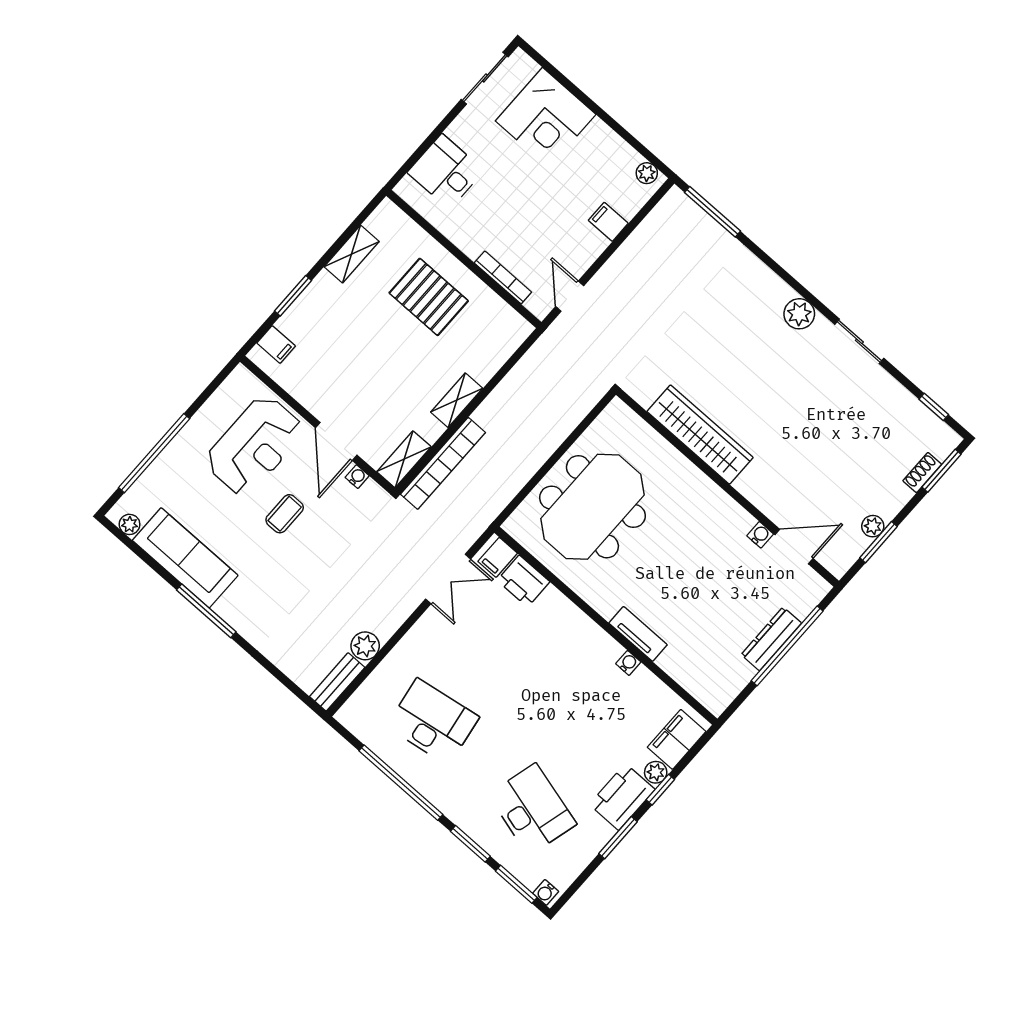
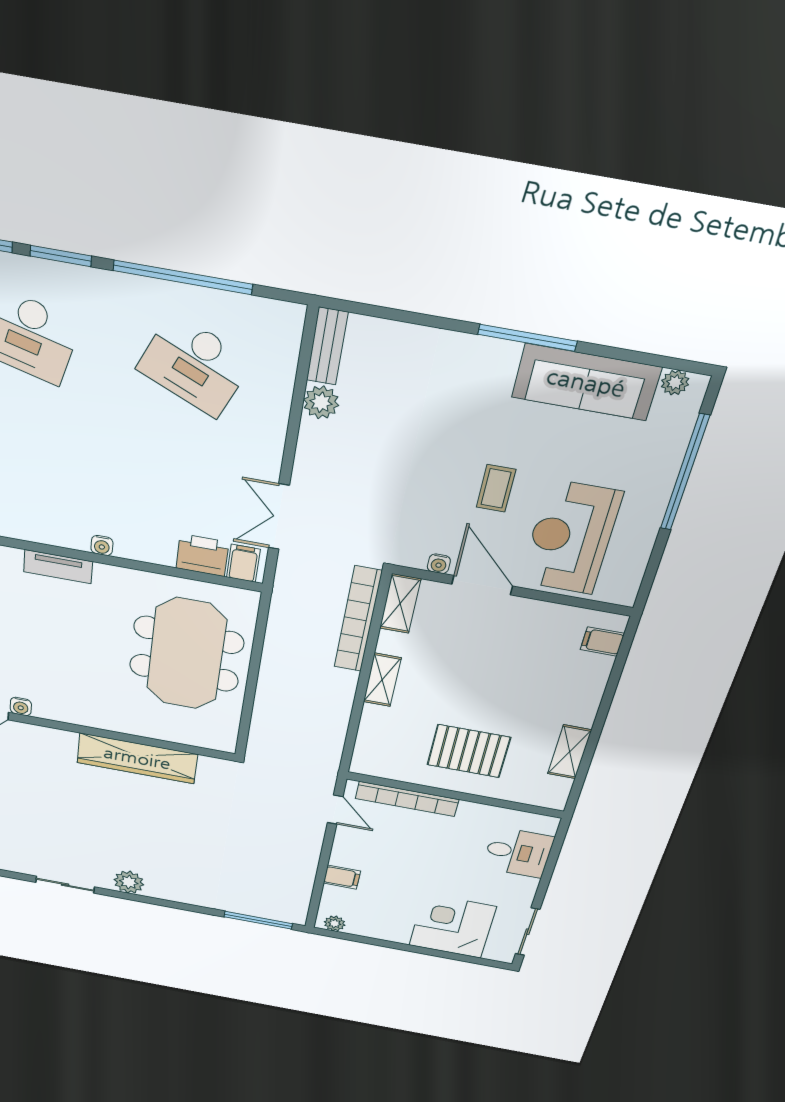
bookcase: (503, 277) -> (407, 799), width x1.48, depth x1.31
window: (293, 296) -> (610, 691), removed
water cooler: (628, 663) -> (102, 546), moved
desk: (433, 722) -> (195, 365), turned 33

